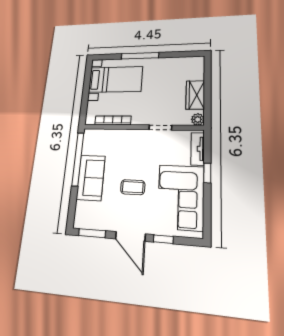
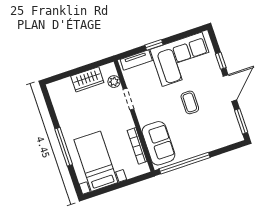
plant: (198, 119) -> (114, 82), moved
sofa: (91, 178) -> (158, 143), moved, turned 90

